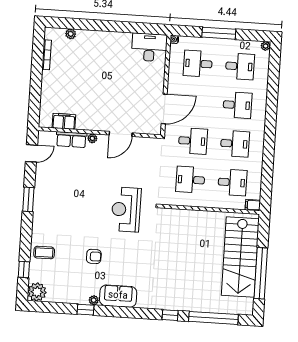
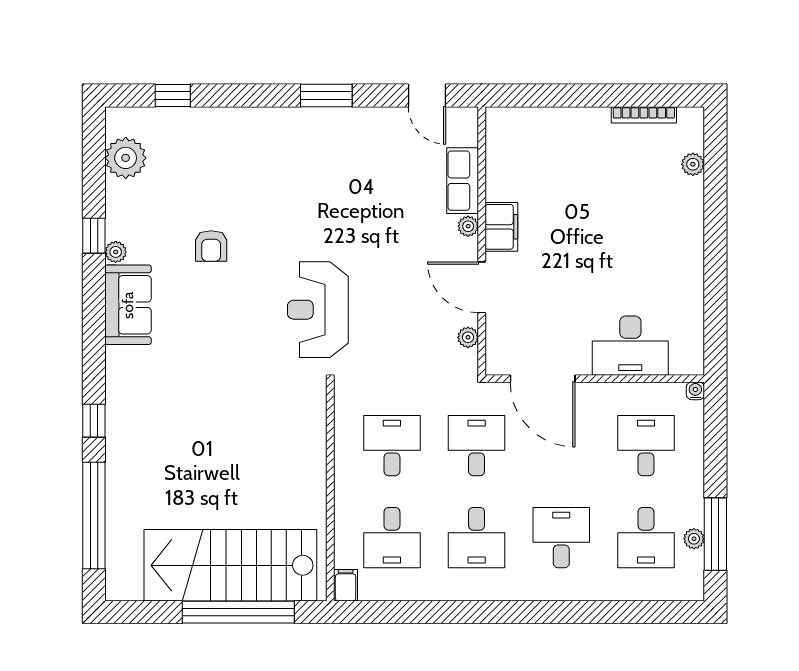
window: (219, 33) -> (715, 534), moved
plant: (266, 46) -> (694, 539), moved
desk: (149, 47) -> (630, 346), moved, turned 90
desk: (237, 105) -> (561, 538), turned 180
filing cabinet: (64, 121) -> (501, 227), moved
desk: (193, 141) -> (477, 446), turned 180
plant: (143, 142) -> (468, 337), added
reception desk: (126, 210) -> (318, 310), turned -90
coffee table: (44, 252) -> (213, 137), removed
window: (261, 273) -> (238, 612), moved
plant: (37, 292) -> (126, 158), moved

